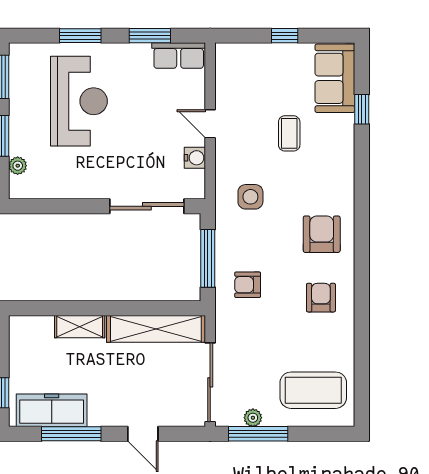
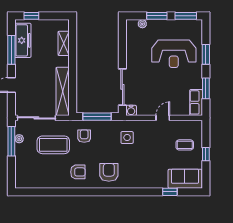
coffee table: (289, 133) -> (185, 145), moved
water cooler: (195, 158) -> (131, 110), moved
armchair: (322, 234) -> (109, 172), turned -90
shelving: (80, 327) -> (64, 43), moved
coffee table: (313, 390) -> (53, 145), moved, turned 90

